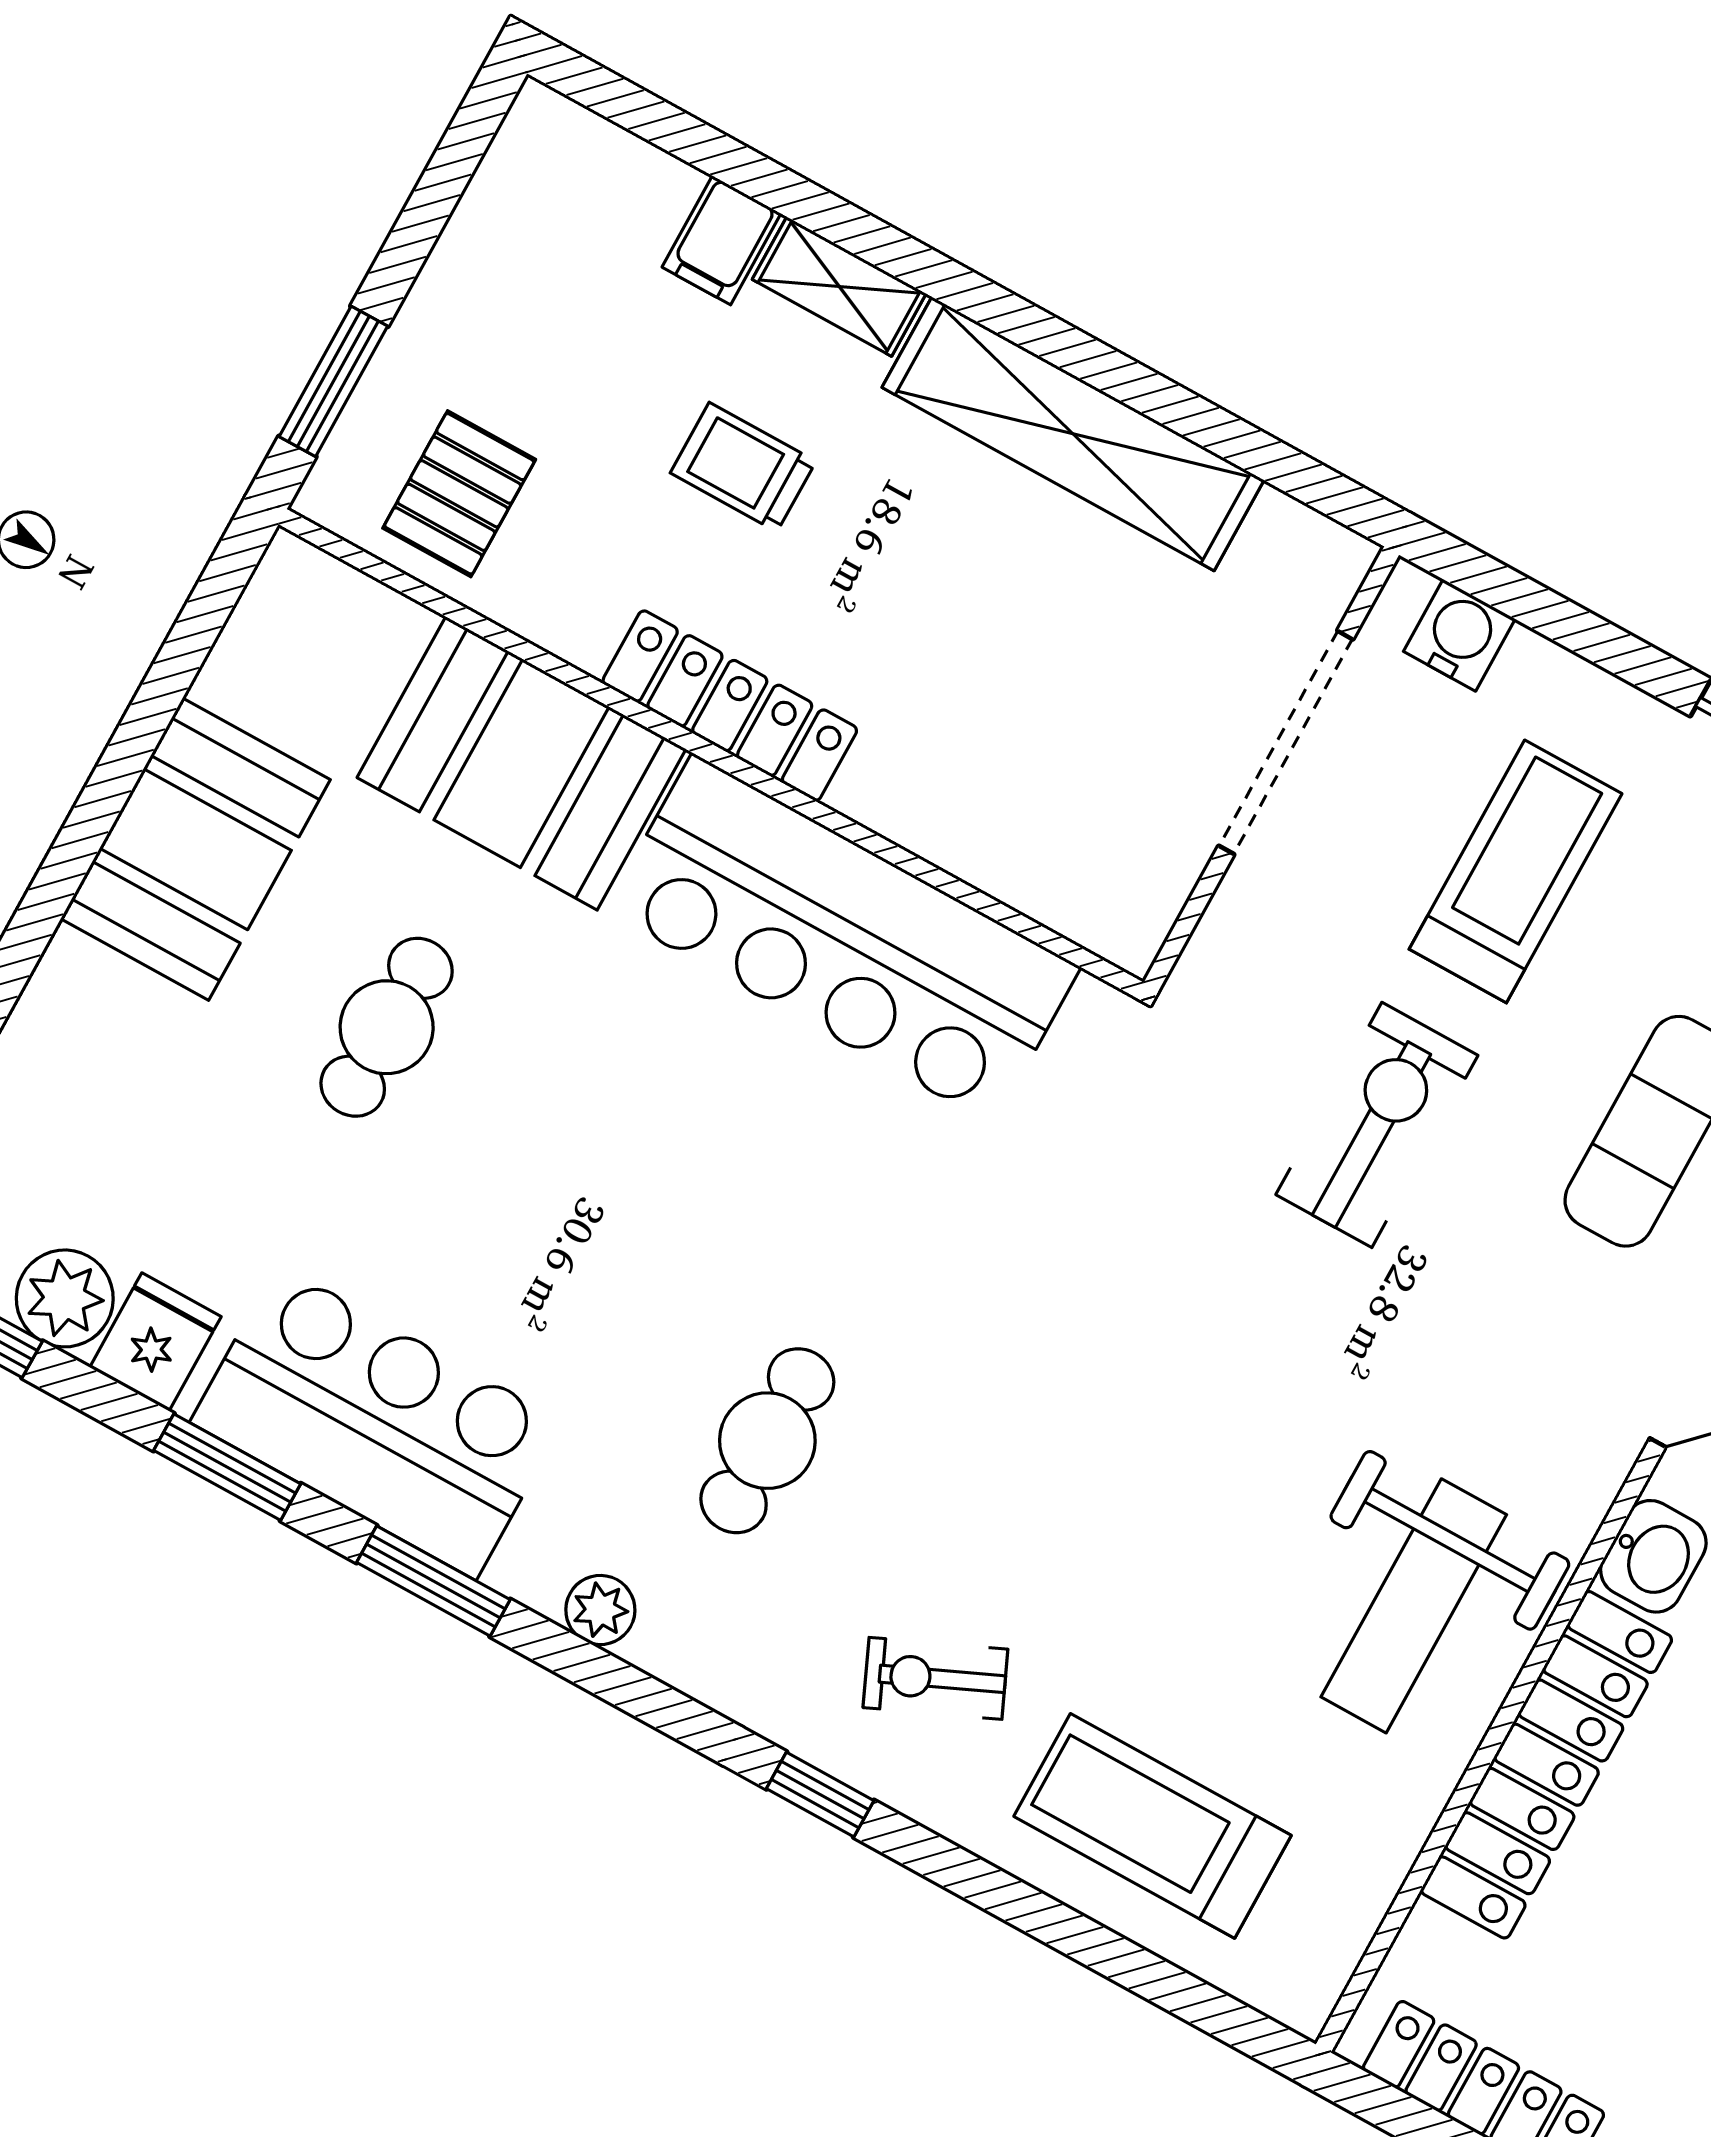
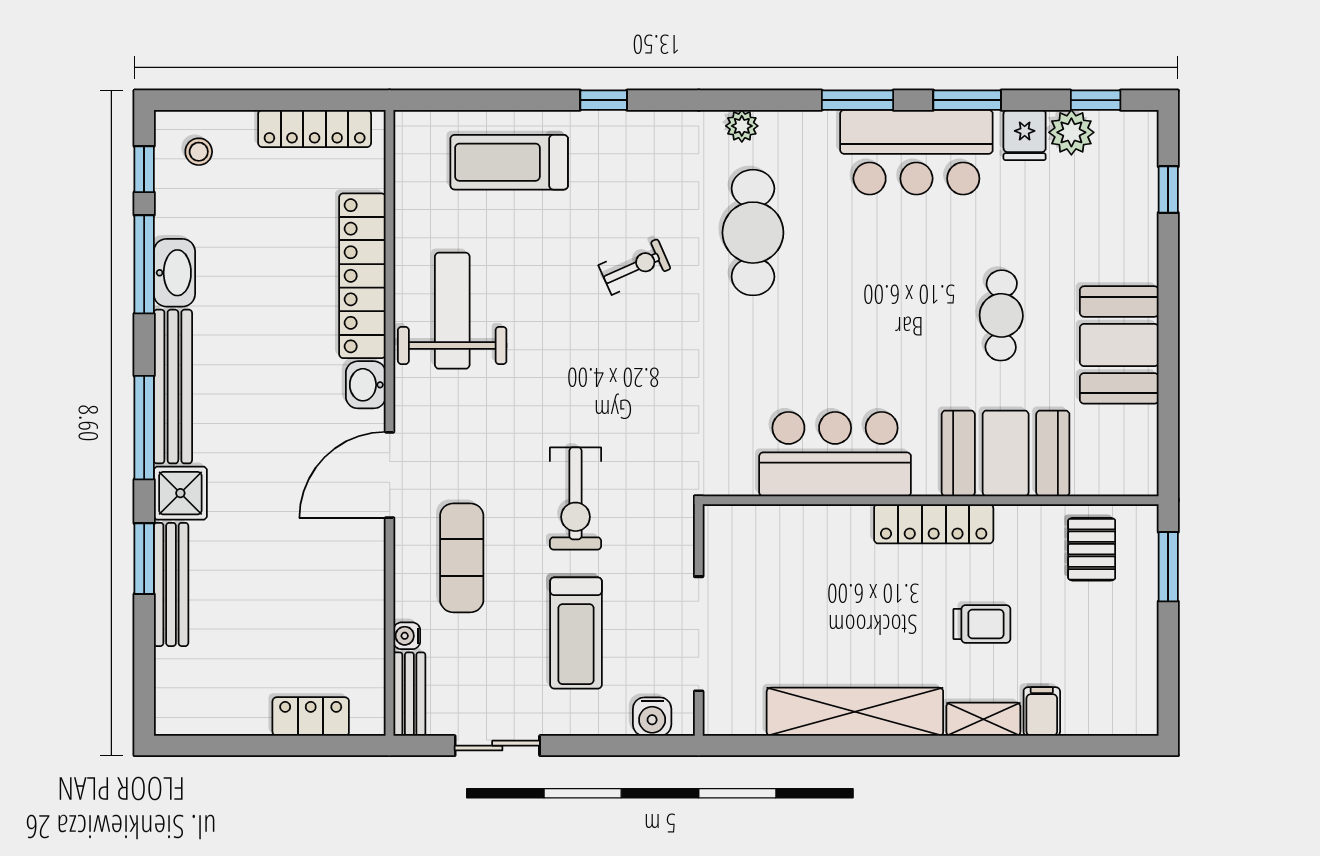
bar counter: (843, 939) -> (835, 454), width x0.73
cafe table: (767, 1441) -> (753, 233), width x1.37, depth x1.35
plant: (600, 1610) -> (742, 126), moved
exercise bike: (935, 1678) -> (635, 267), moved
window: (820, 1795) -> (604, 100), moved
treadmill: (1153, 1826) -> (509, 162), turned 180

